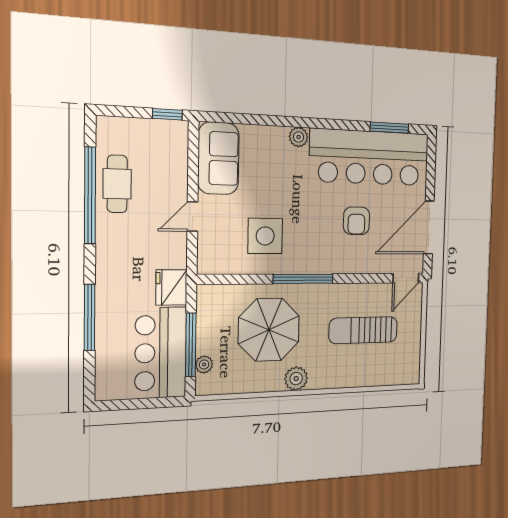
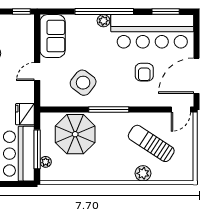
window: (300, 122) -> (104, 11), added
side table: (265, 236) -> (83, 83), turned 38
parasol: (269, 330) -> (75, 134), moved
sun lounger: (363, 330) -> (151, 143), turned 33
plant: (296, 379) -> (143, 173), moved

